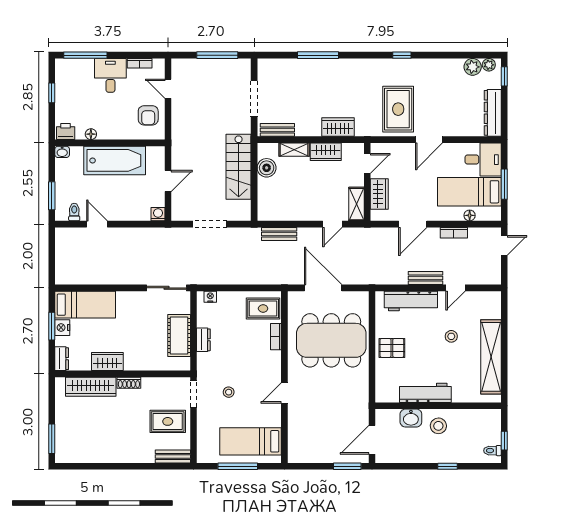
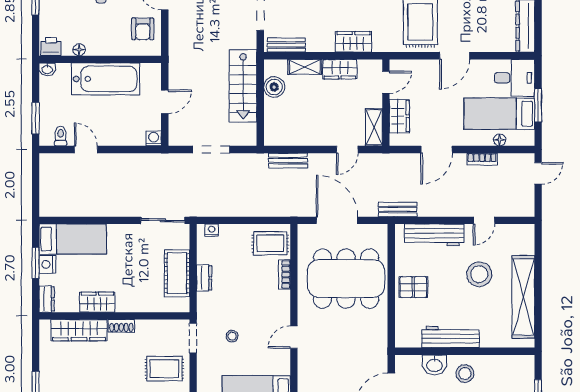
bench: (426, 278) -> (398, 209), moved
stool: (451, 336) -> (479, 274), width x1.89, depth x1.89

